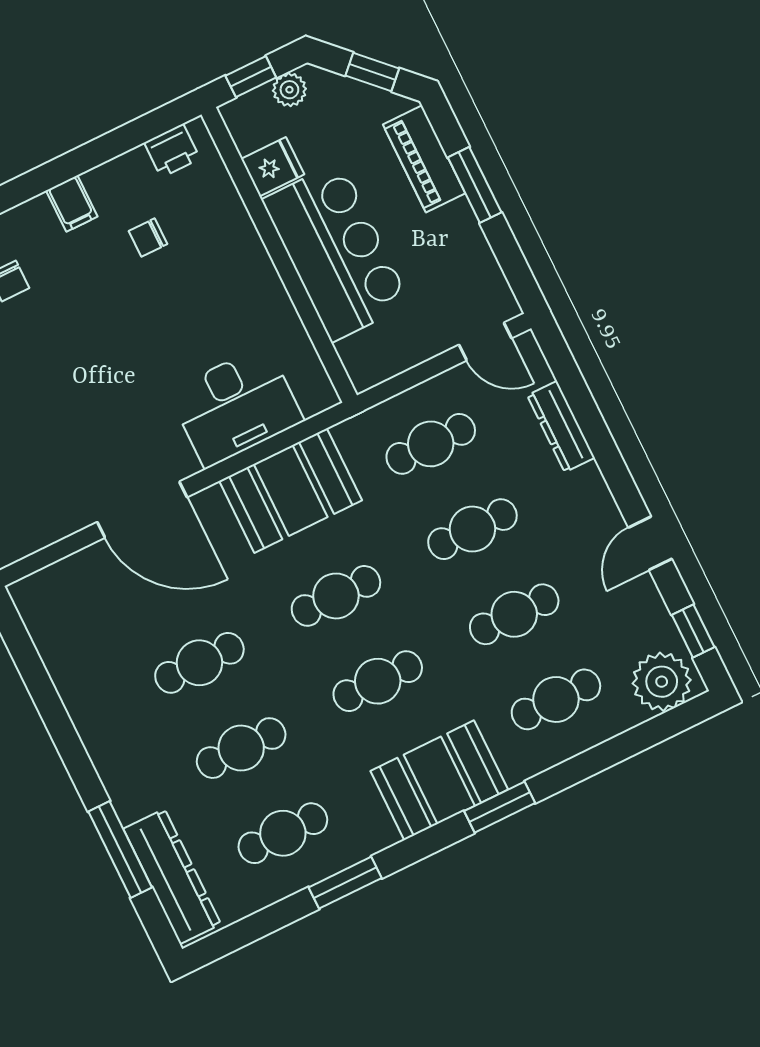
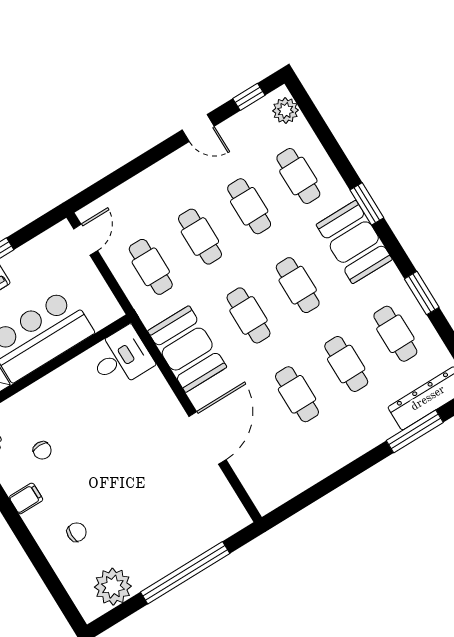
desk: (236, 406) -> (121, 358), moved, width x0.73
dresser: (561, 427) -> (133, 189), removed
plant: (662, 682) -> (285, 110), width x0.73, depth x0.73

